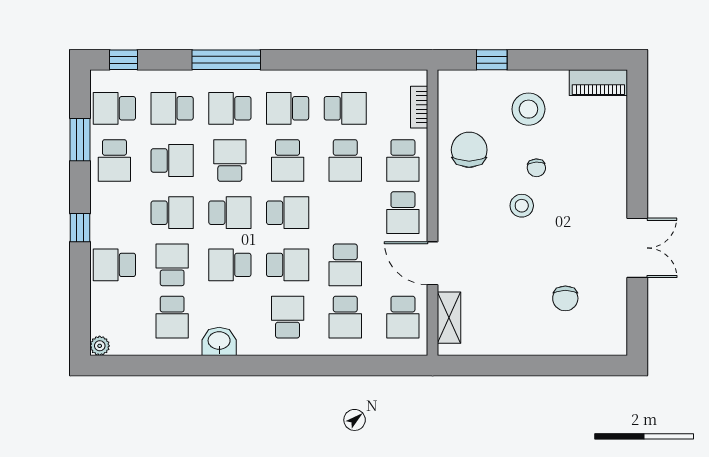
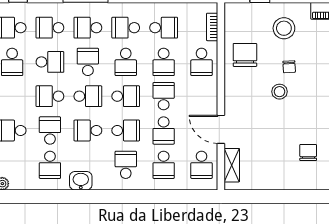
school desk: (172, 213) -> (50, 96), turned 180
school desk: (403, 213) -> (164, 96), moved, turned 180
chair: (565, 298) -> (308, 152), turned 180

